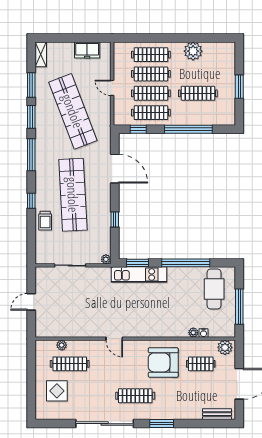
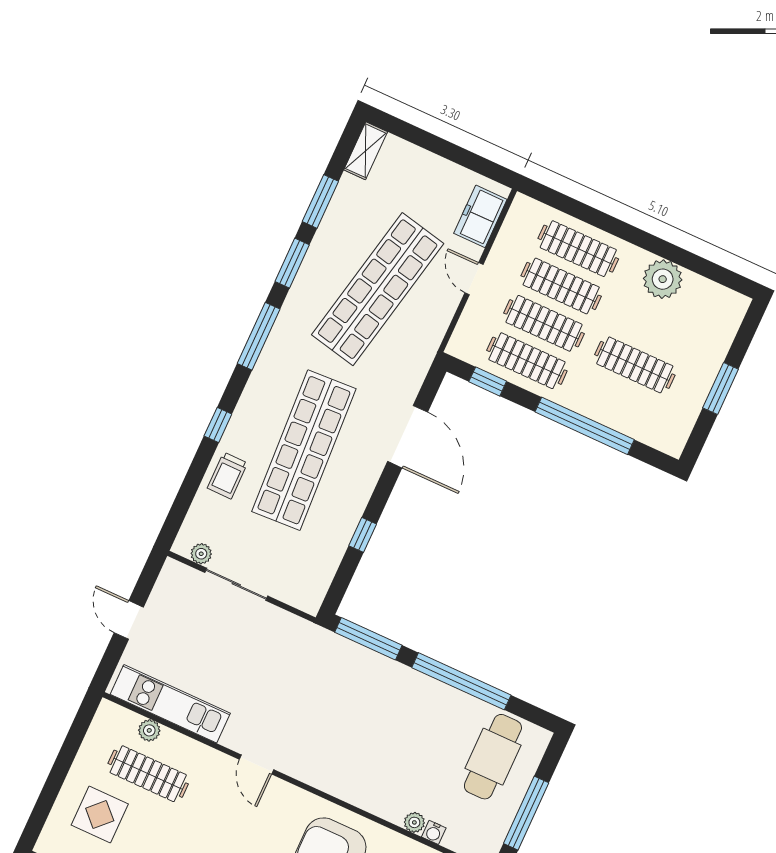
freezer: (87, 50) -> (480, 216), moved, turned 90
shop shelf: (73, 111) -> (378, 289), turned 33
plant: (106, 259) -> (201, 554), moved
window: (138, 263) -> (368, 639), width x1.44
kitchen unit: (139, 275) -> (170, 704), moved, turned 180
door: (31, 302) -> (129, 620), hinge flipped

